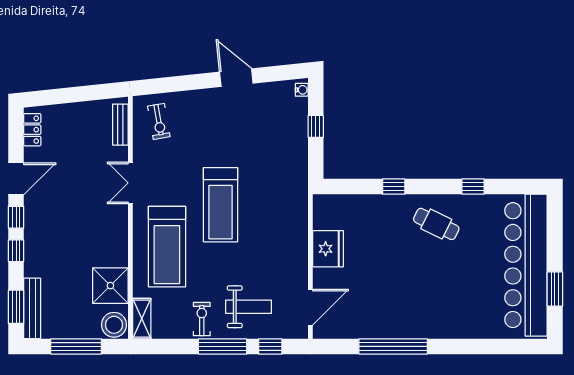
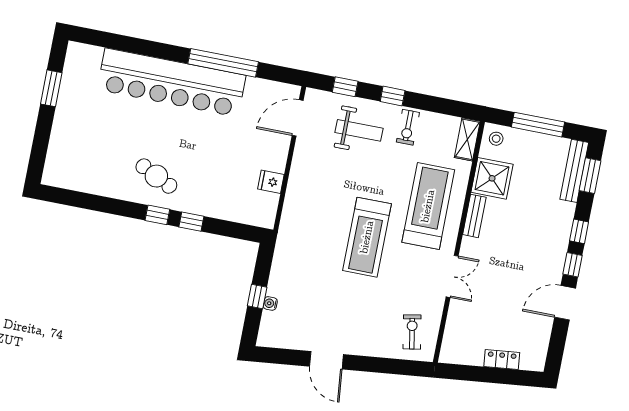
water cooler: (302, 90) -> (270, 303), moved
bench: (120, 125) -> (474, 216), moved
locker: (32, 130) -> (502, 359), moved, turned 84
window: (473, 186) -> (157, 215), moved
treadmill: (220, 205) -> (367, 237), turned 180
fridge: (328, 249) -> (271, 182), width x0.53, depth x0.75
bar counter: (526, 265) -> (172, 82), moved, turned 90
weight bench: (248, 307) -> (359, 130), turned 180
stool: (114, 325) -> (496, 139), width x0.53, depth x0.53
window: (223, 346) -> (393, 96), width x0.46

